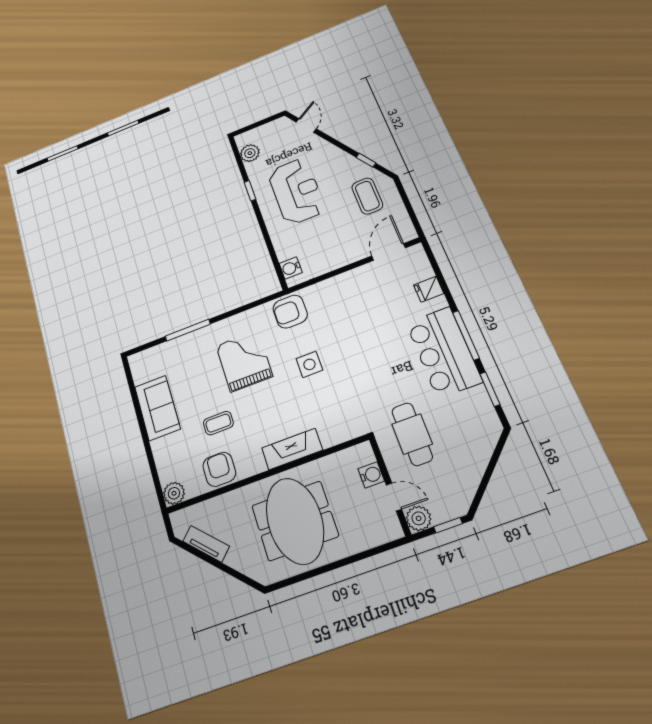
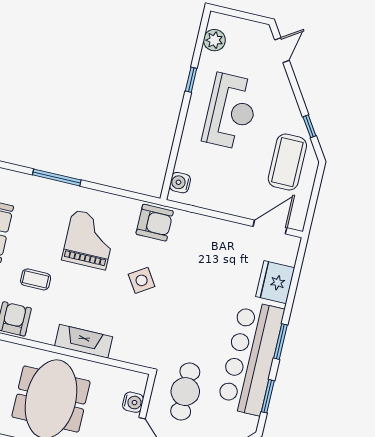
coffee table: (367, 196) -> (287, 162), width x1.36, depth x1.32
fridge: (429, 289) -> (275, 282), width x1.88, depth x1.34
armchair: (290, 312) -> (155, 223), turned 180
window: (466, 335) -> (281, 342), width x0.69
bar counter: (444, 352) -> (251, 358), width x1.36
side table: (309, 364) -> (142, 280), turned -33

